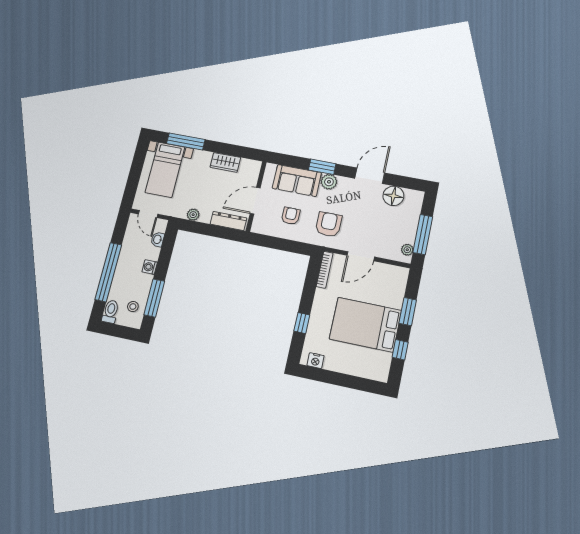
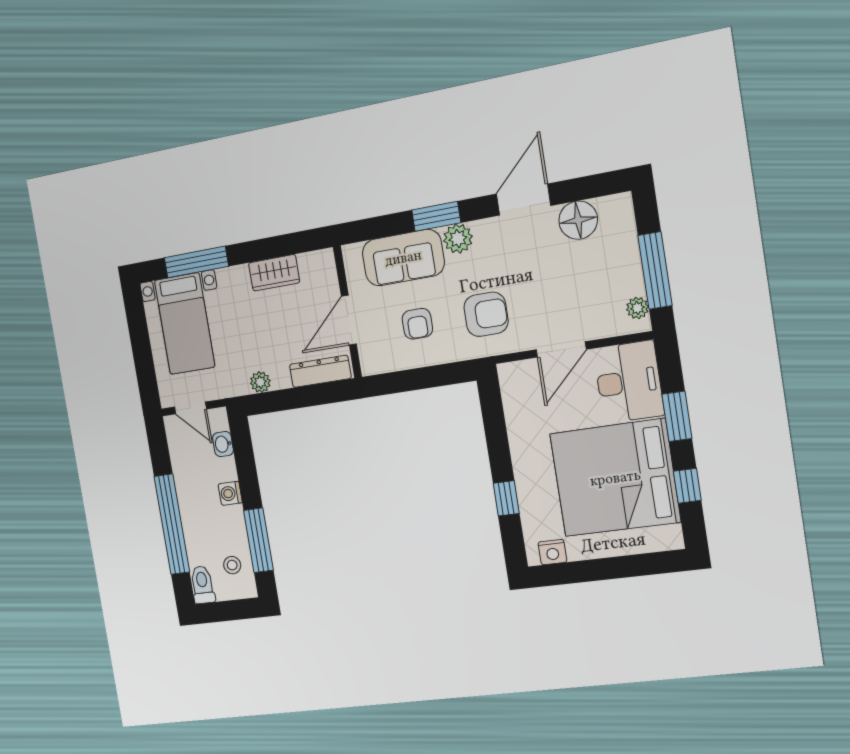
armchair: (291, 216) -> (417, 324), turned 180
armchair: (329, 224) -> (486, 314), turned 90
bookcase: (325, 270) -> (509, 395), removed
desk: (389, 285) -> (629, 382), added
bed: (365, 325) -> (615, 478), width x1.36

